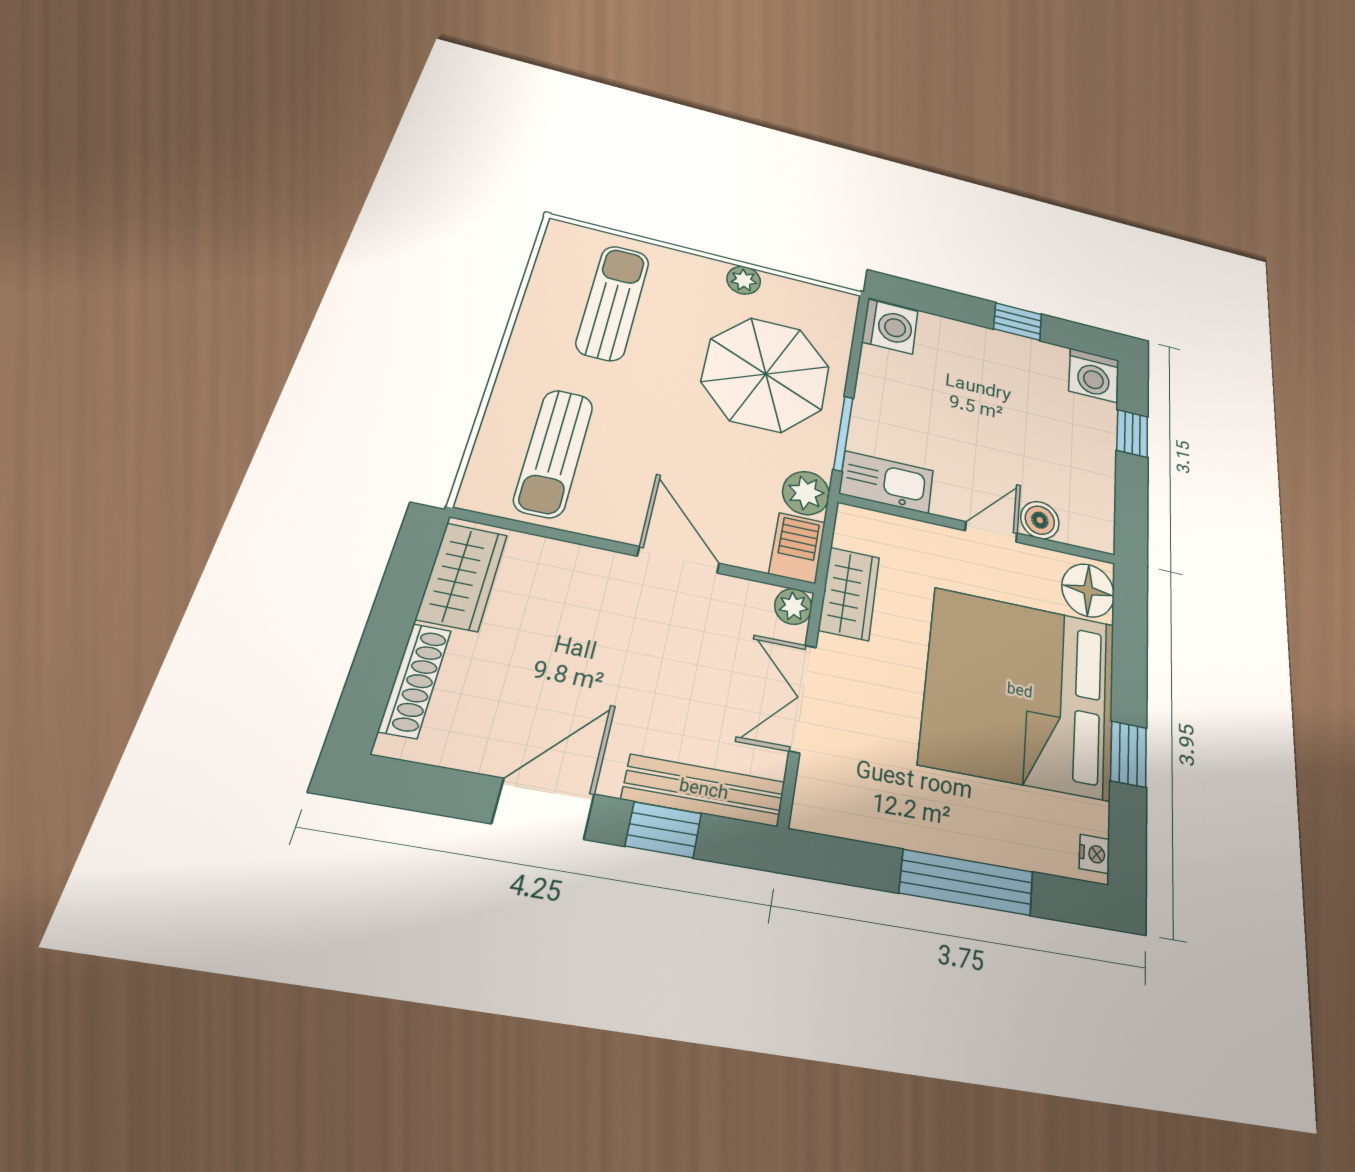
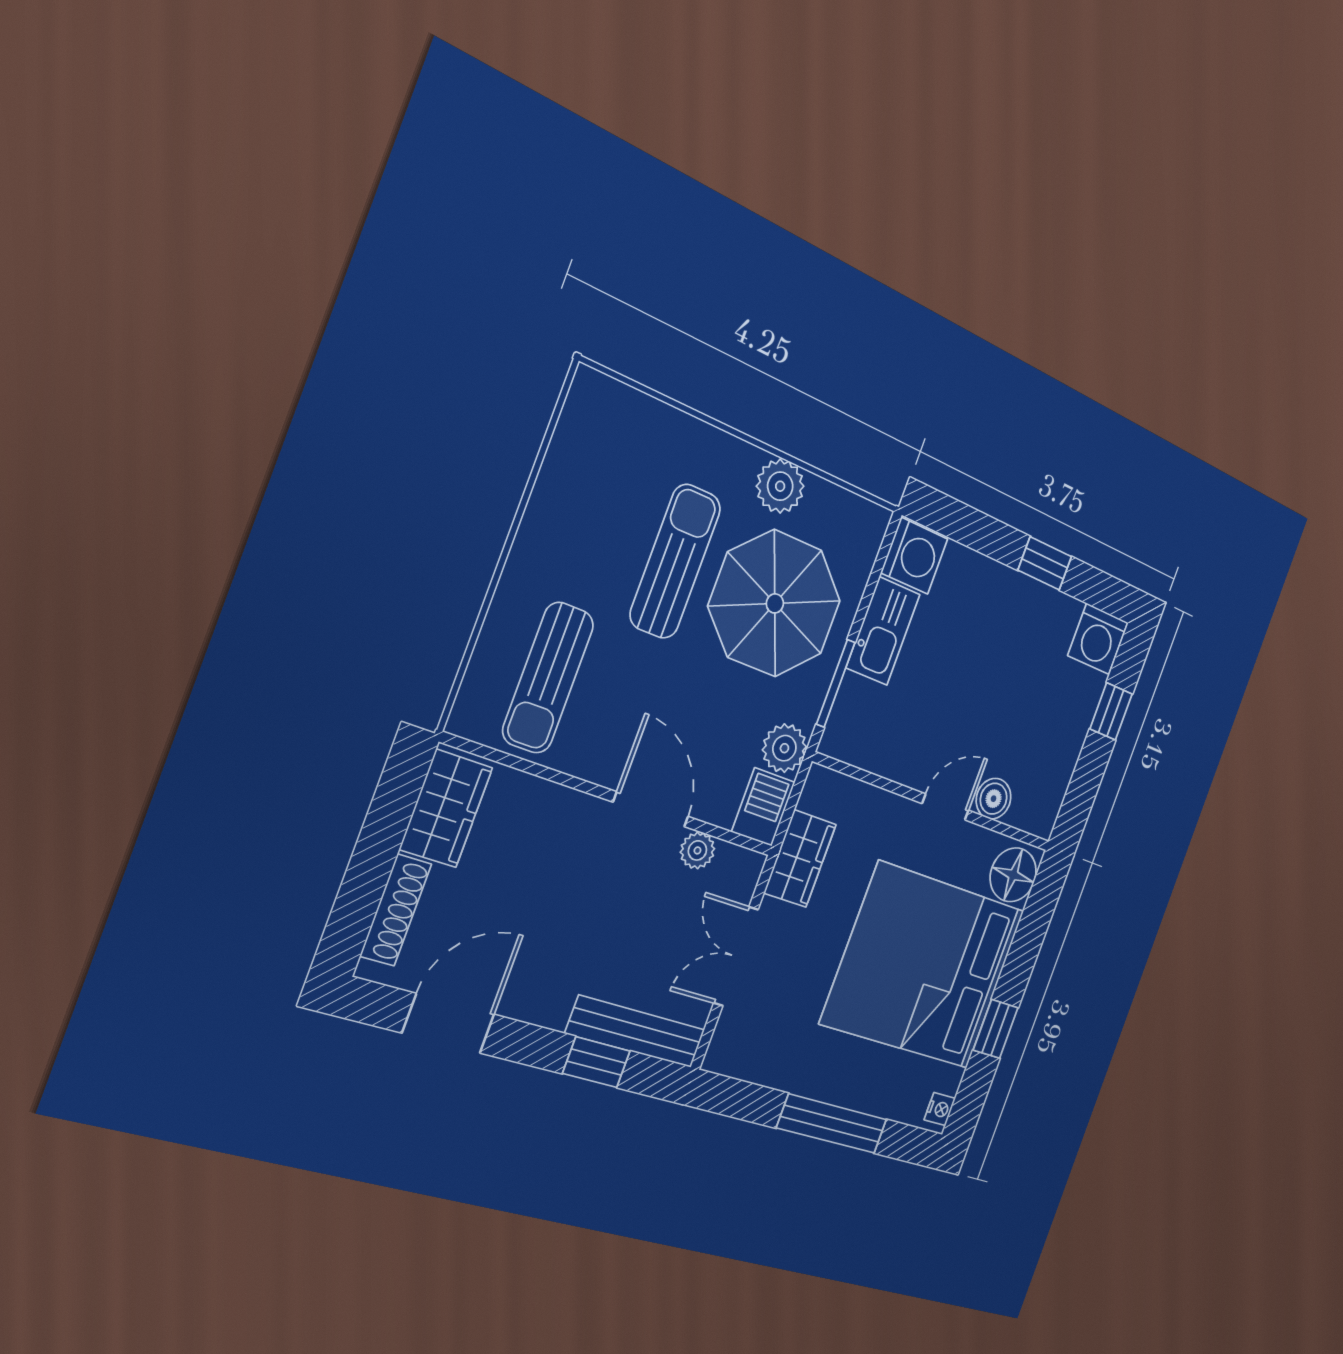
plant: (744, 280) -> (780, 486), width x1.38, depth x1.38
sun lounger: (613, 302) -> (675, 561), moved
kitchen sink: (886, 482) -> (883, 631), moved, turned 90
plant: (793, 606) -> (697, 850), moved
door: (544, 809) -> (448, 1024), moved

